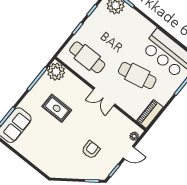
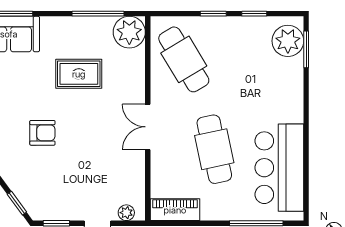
cafe table: (87, 57) -> (184, 59), turned -31
rug: (57, 108) -> (79, 74), turned 90
armchair: (91, 150) -> (42, 133), moved

